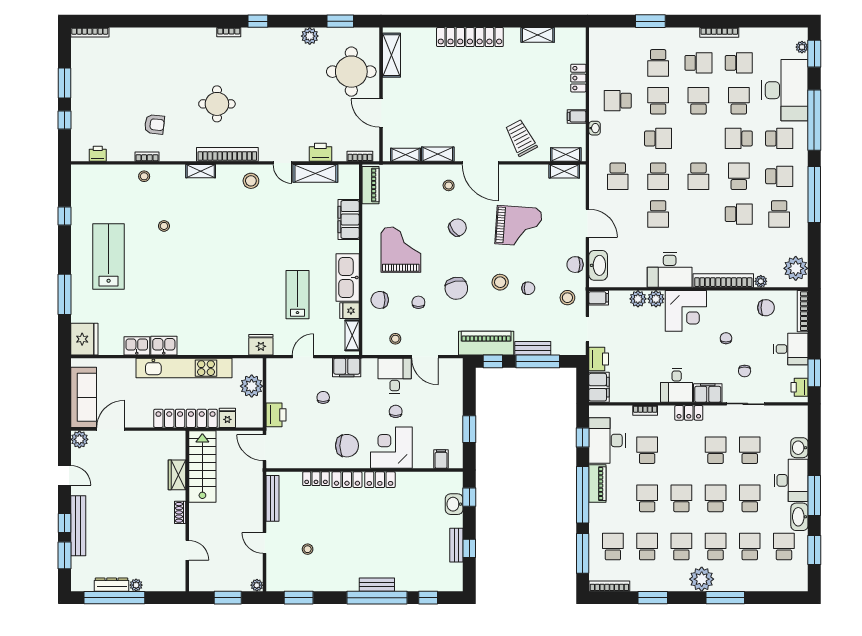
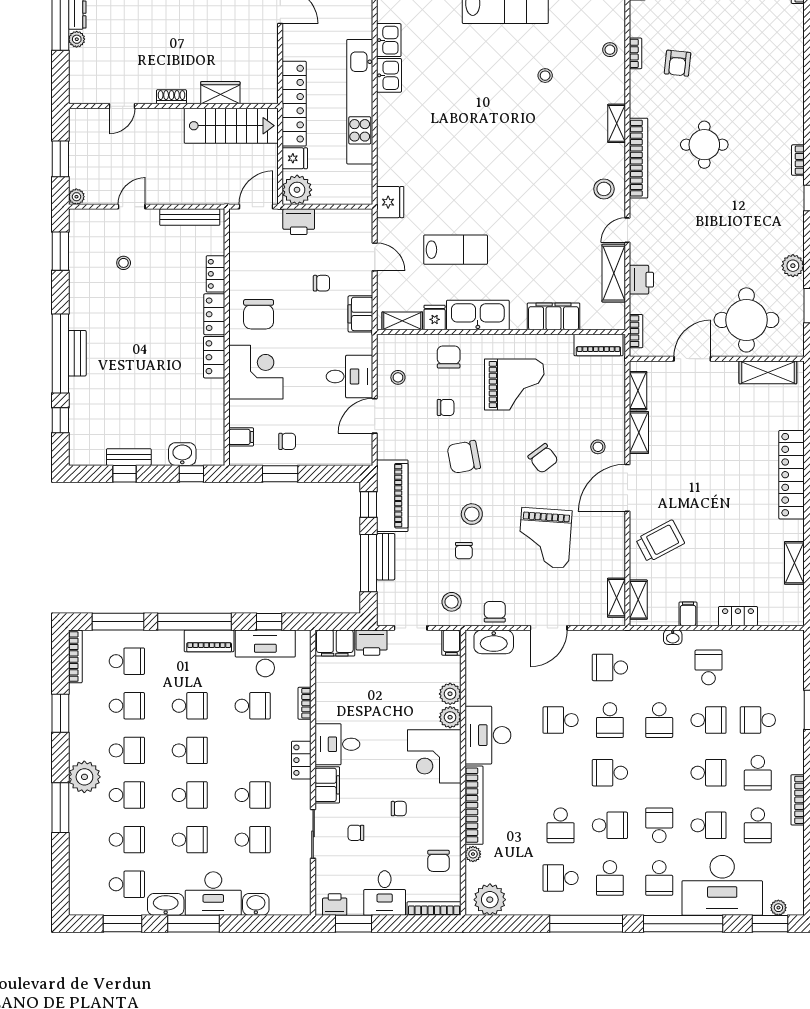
school desk: (658, 176) -> (610, 720), turned -90
plant: (252, 386) -> (297, 190), moved
chair: (396, 411) -> (287, 441), moved

